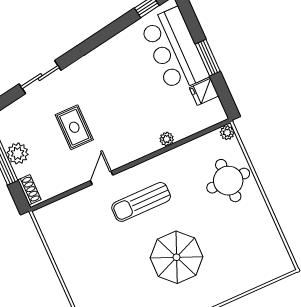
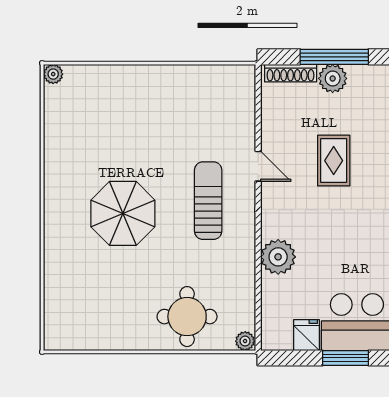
rug: (74, 127) -> (334, 161), turned 90
plant: (167, 139) -> (278, 257), width x1.88, depth x1.88
shoe rack: (29, 190) -> (291, 73), width x1.43

